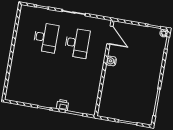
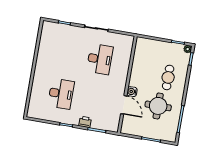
door: (110, 35) -> (124, 105), moved
desk: (46, 38) -> (61, 94), moved
water cooler: (111, 61) -> (132, 92), moved
cafe table: (144, 61) -> (168, 77), added
round table: (135, 89) -> (158, 106), added

